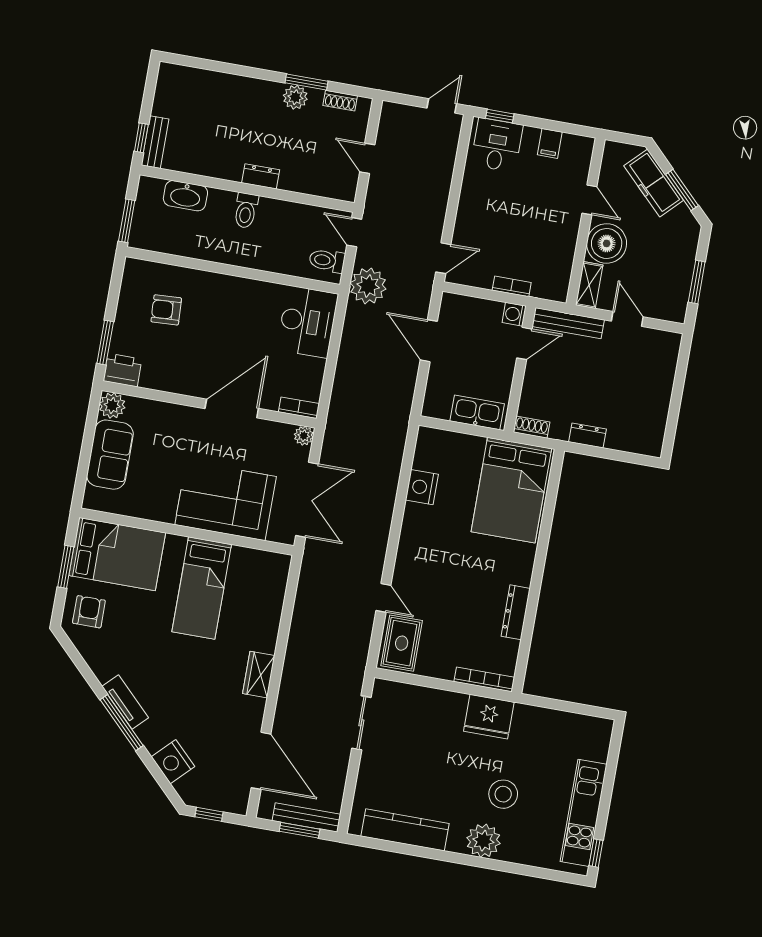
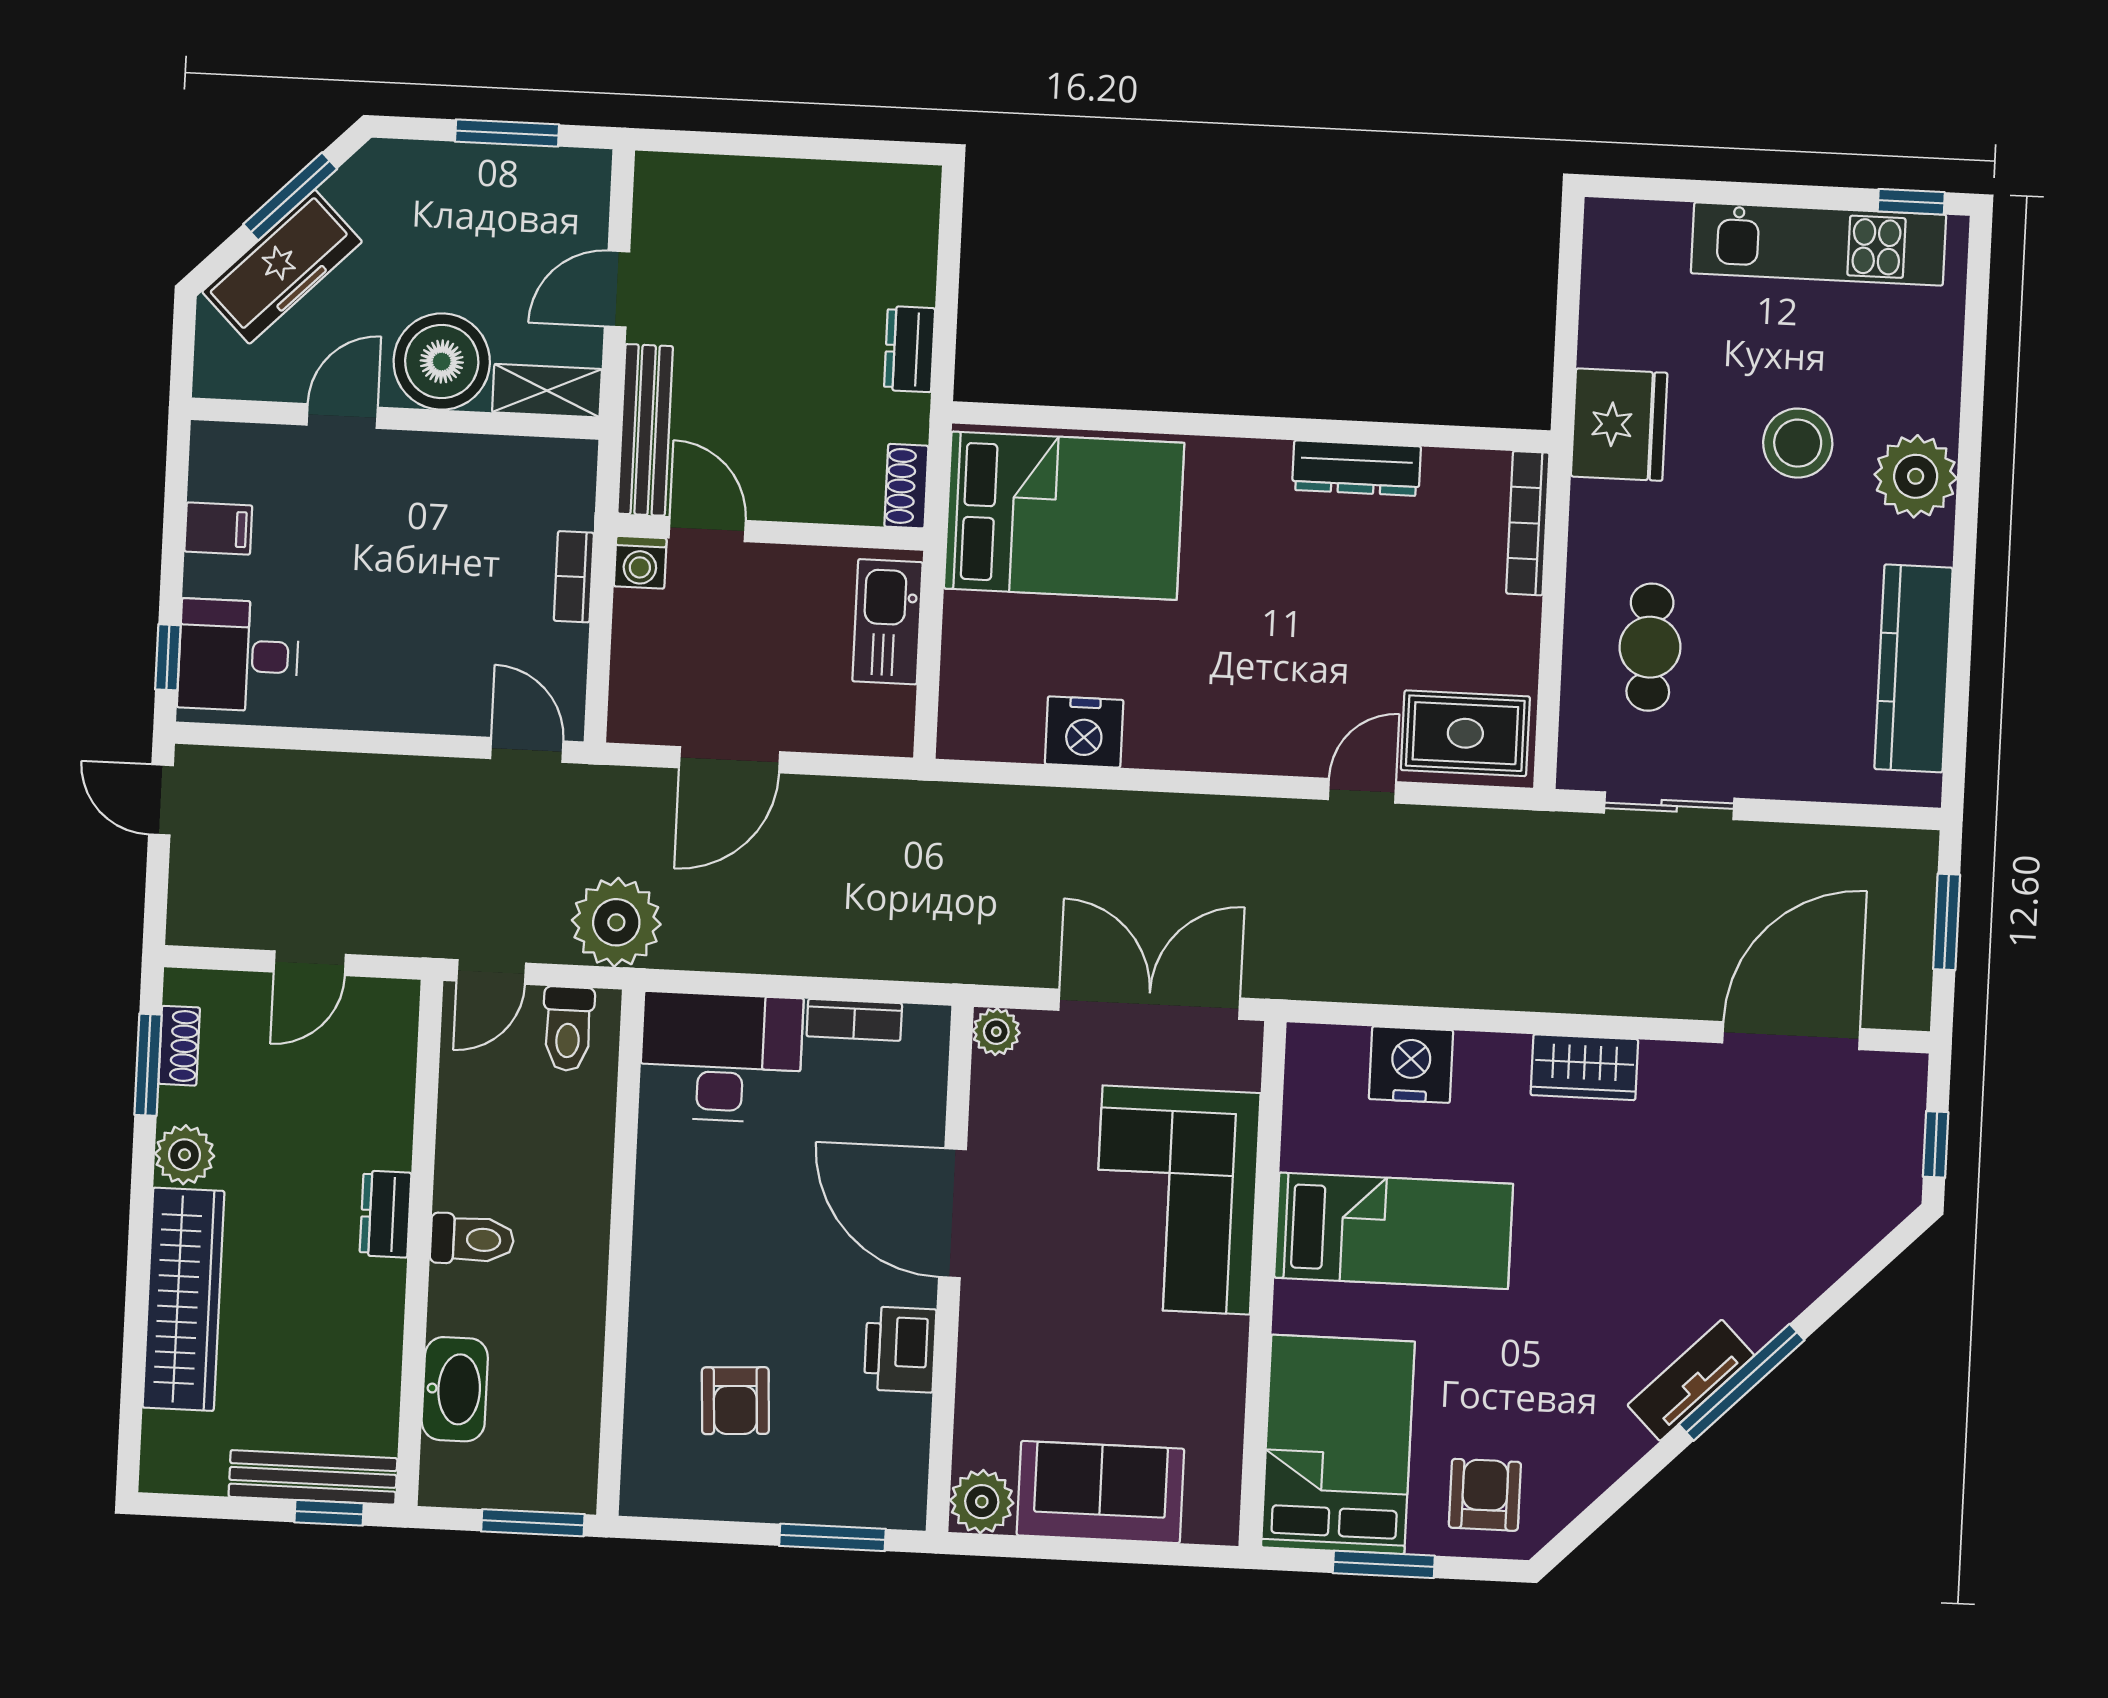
window: (307, 82) -> (148, 1065), moved
wardrobe: (236, 89) -> (183, 1299), added
bench: (155, 142) -> (313, 1477), width x1.36
printer: (123, 370) -> (900, 1349), moved
bookcase: (299, 408) -> (854, 1020), moved, turned -90
armchair: (89, 612) -> (1485, 1495), turned 90
fridge: (489, 717) -> (1619, 425), moved
cafe table: (427, 723) -> (1650, 647), added
nightstand: (173, 762) -> (1411, 1065), moved, turned -135
bench: (306, 817) -> (1913, 909), removed

